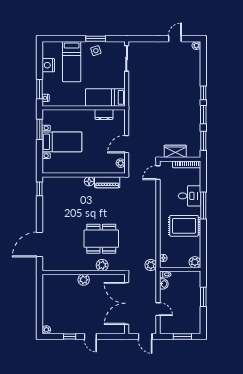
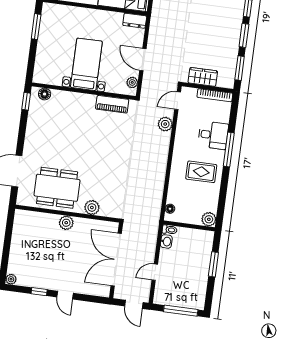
dresser: (104, 115) -> (135, 21), moved
bed with nightstands: (62, 142) -> (86, 64), moved, turned -90
door: (127, 144) -> (143, 60), hinge flipped
floor lamp: (89, 181) -> (45, 94), moved
rug: (184, 226) -> (201, 172), width x0.73, depth x0.70
dining table: (101, 239) -> (57, 188), moved
plant: (151, 265) -> (165, 124), moved
door: (158, 309) -> (155, 272), swing flipped
window: (182, 337) -> (181, 311), width x1.44

